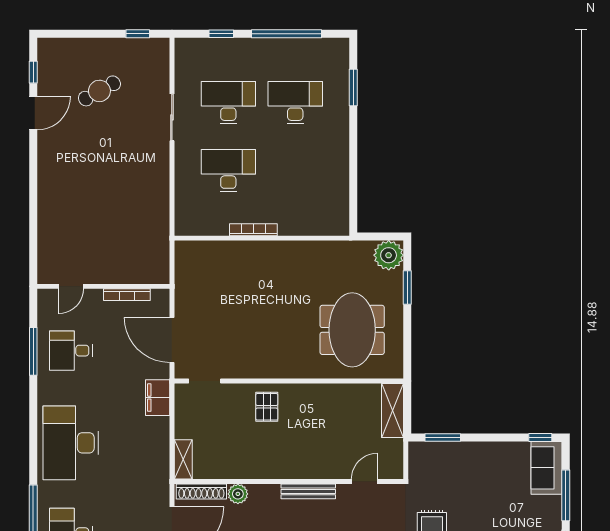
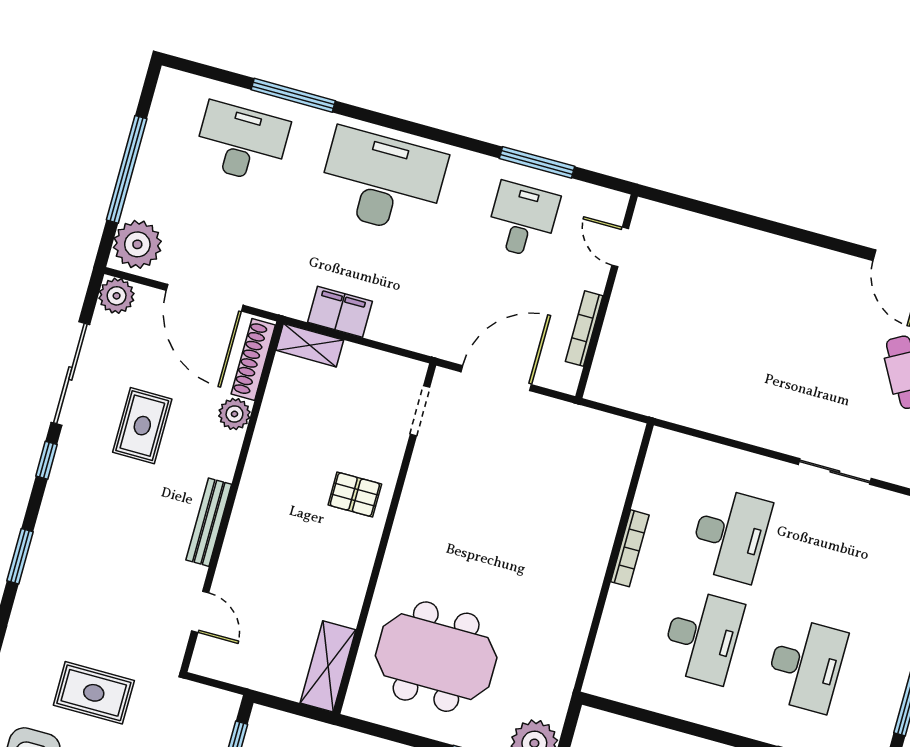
desk: (228, 103) -> (702, 637), moved
filing cabinet: (158, 398) -> (340, 312), moved
shelving: (393, 410) -> (328, 666), moved, turned 90

